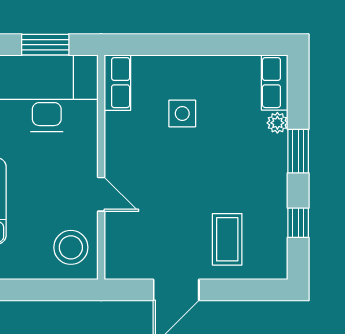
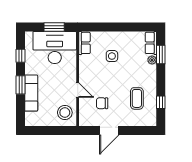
window: (298, 151) -> (161, 54), moved
chair: (159, 225) -> (102, 103), added
coffee table: (227, 239) -> (137, 98), moved

